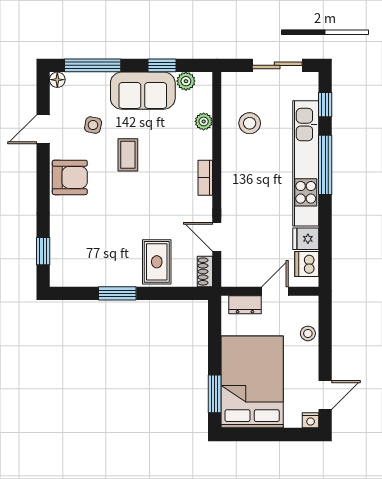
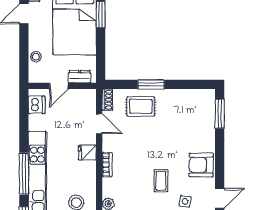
fridge: (306, 239) -> (87, 153), moved, turned 180
window: (43, 251) -> (220, 114), width x1.50
rug: (157, 262) -> (141, 106), turned 90
window: (117, 293) -> (151, 84), moved

